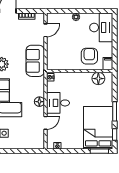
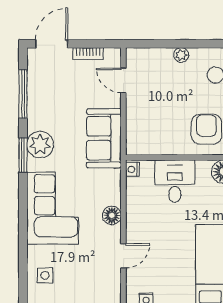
door: (45, 30) -> (123, 80), swing flipped
desk: (58, 103) -> (175, 181), moved, turned 90

